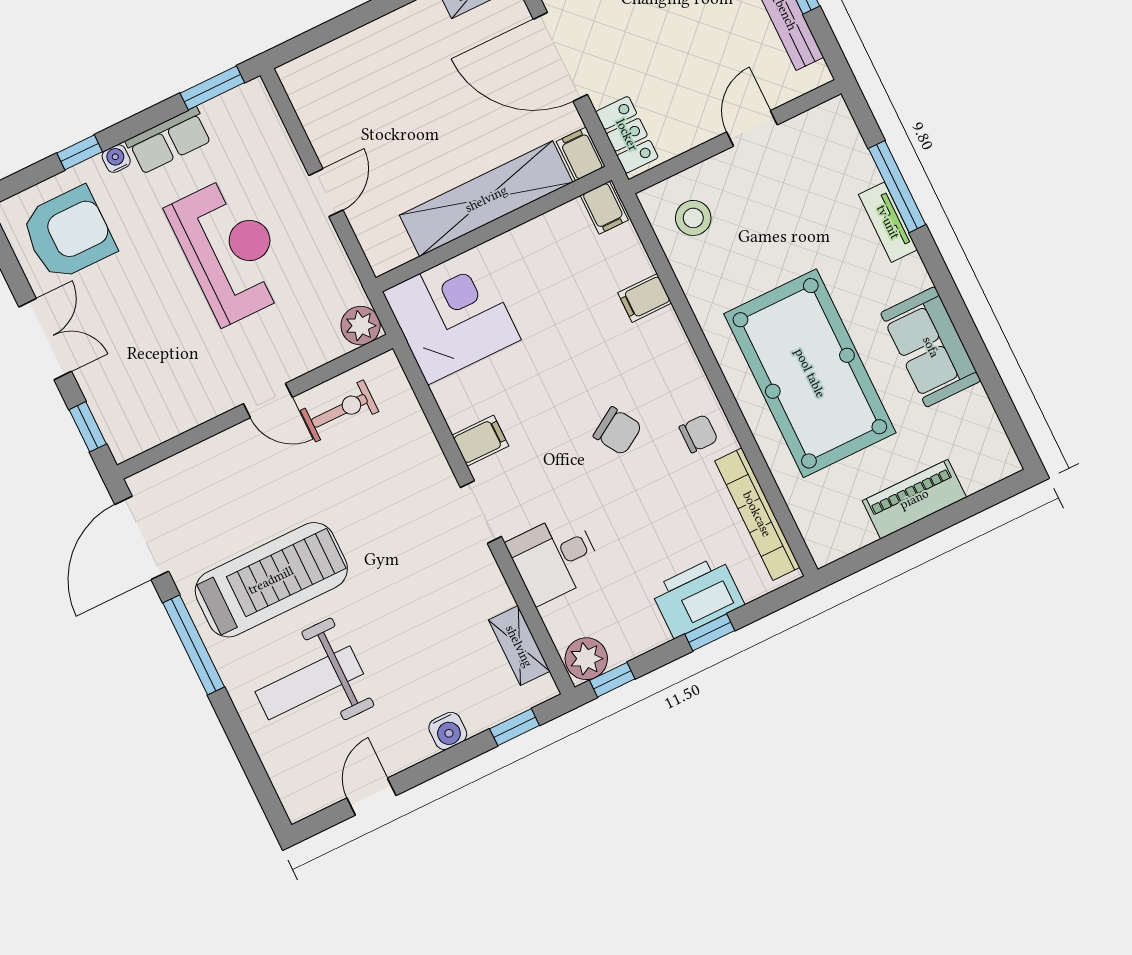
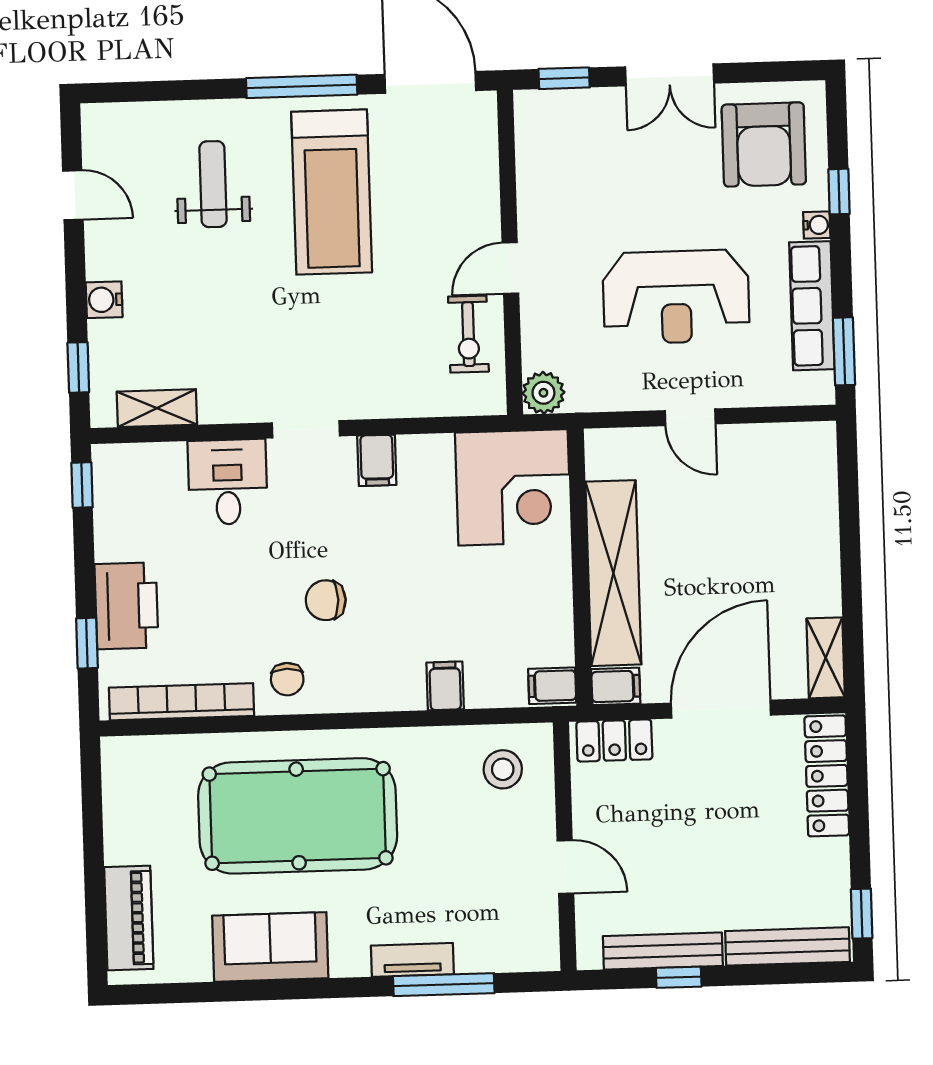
row of seats: (169, 141) -> (812, 306), width x1.48
chair: (618, 431) -> (326, 600), turned 32
piano: (914, 499) -> (129, 918), moved
window: (710, 632) -> (87, 643), moved
plant: (586, 659) -> (114, 469), removed
weight bench: (309, 683) -> (213, 184), width x0.73, depth x0.75

